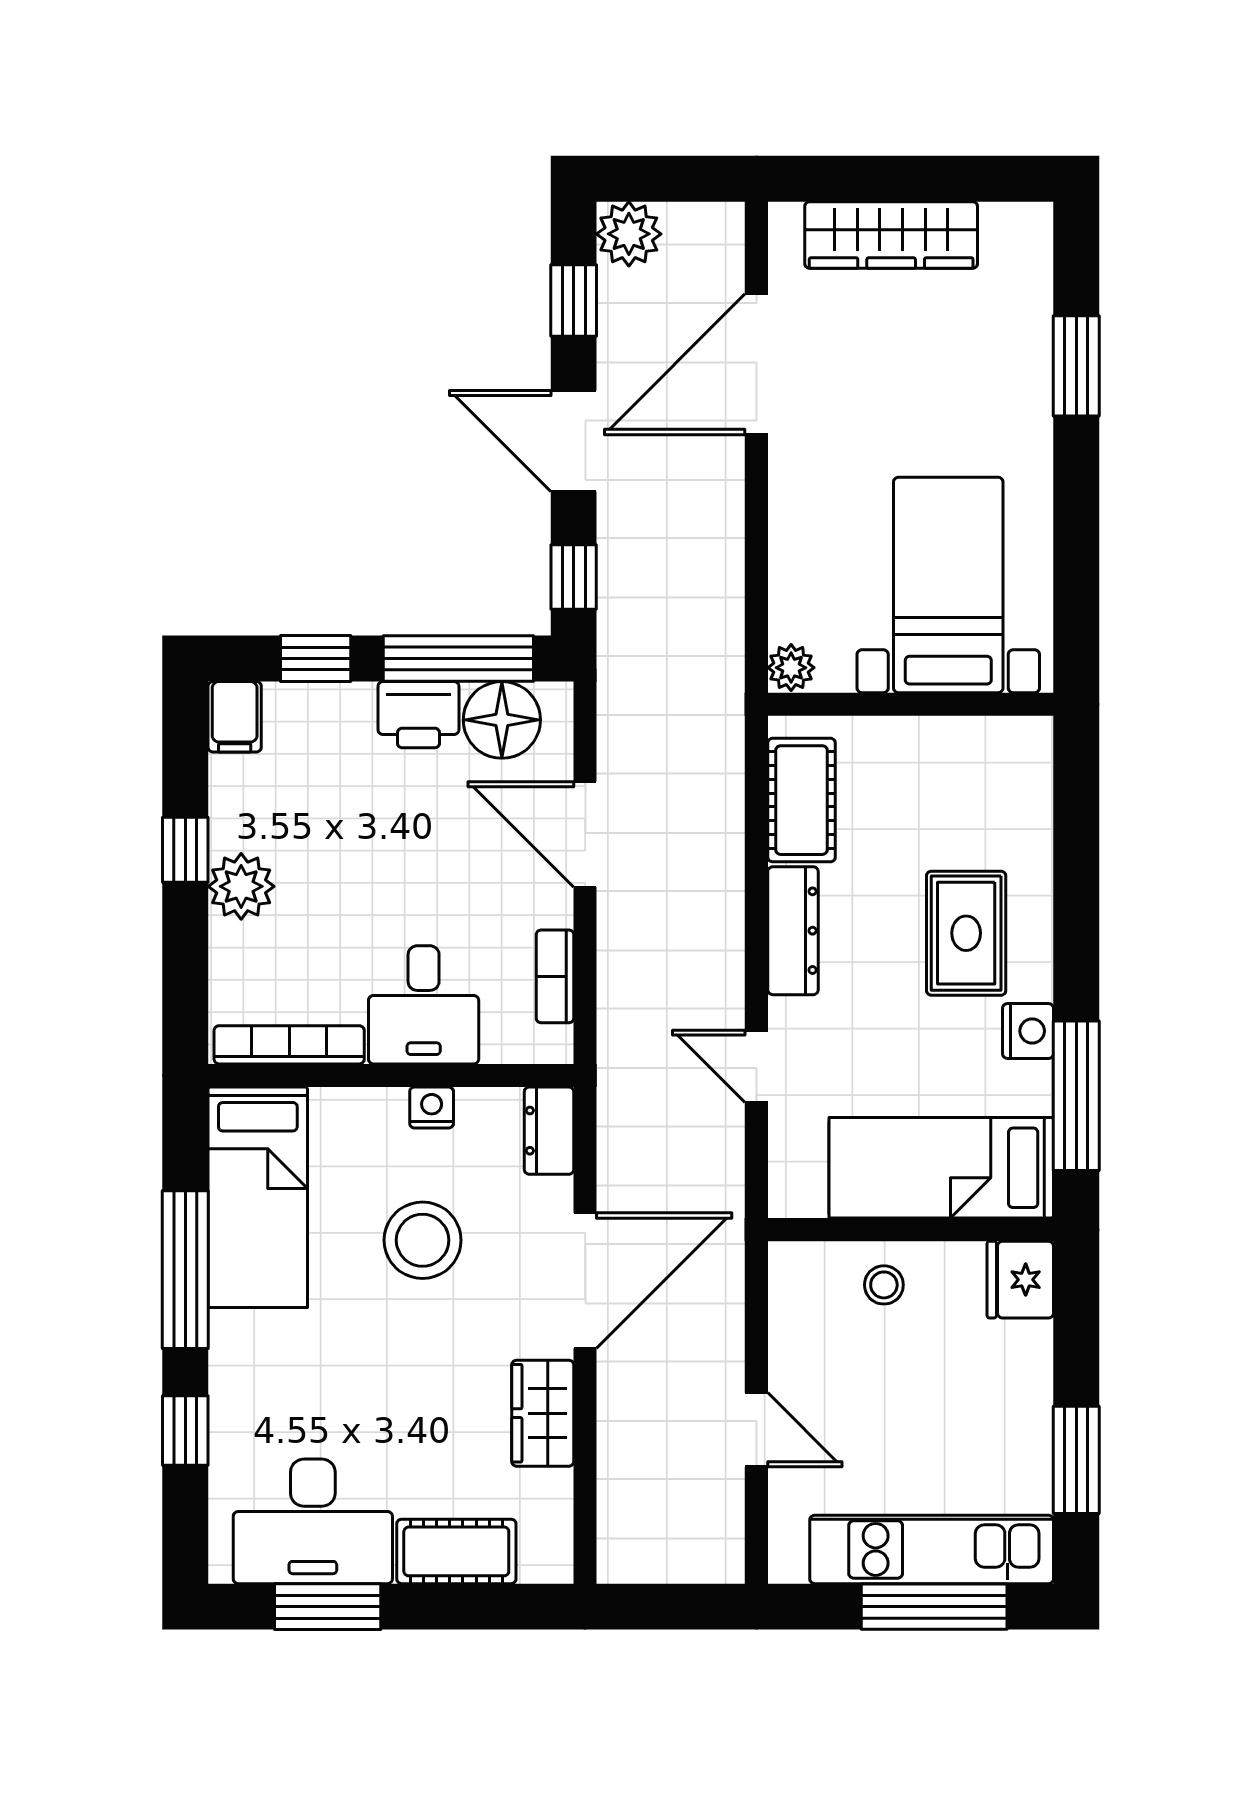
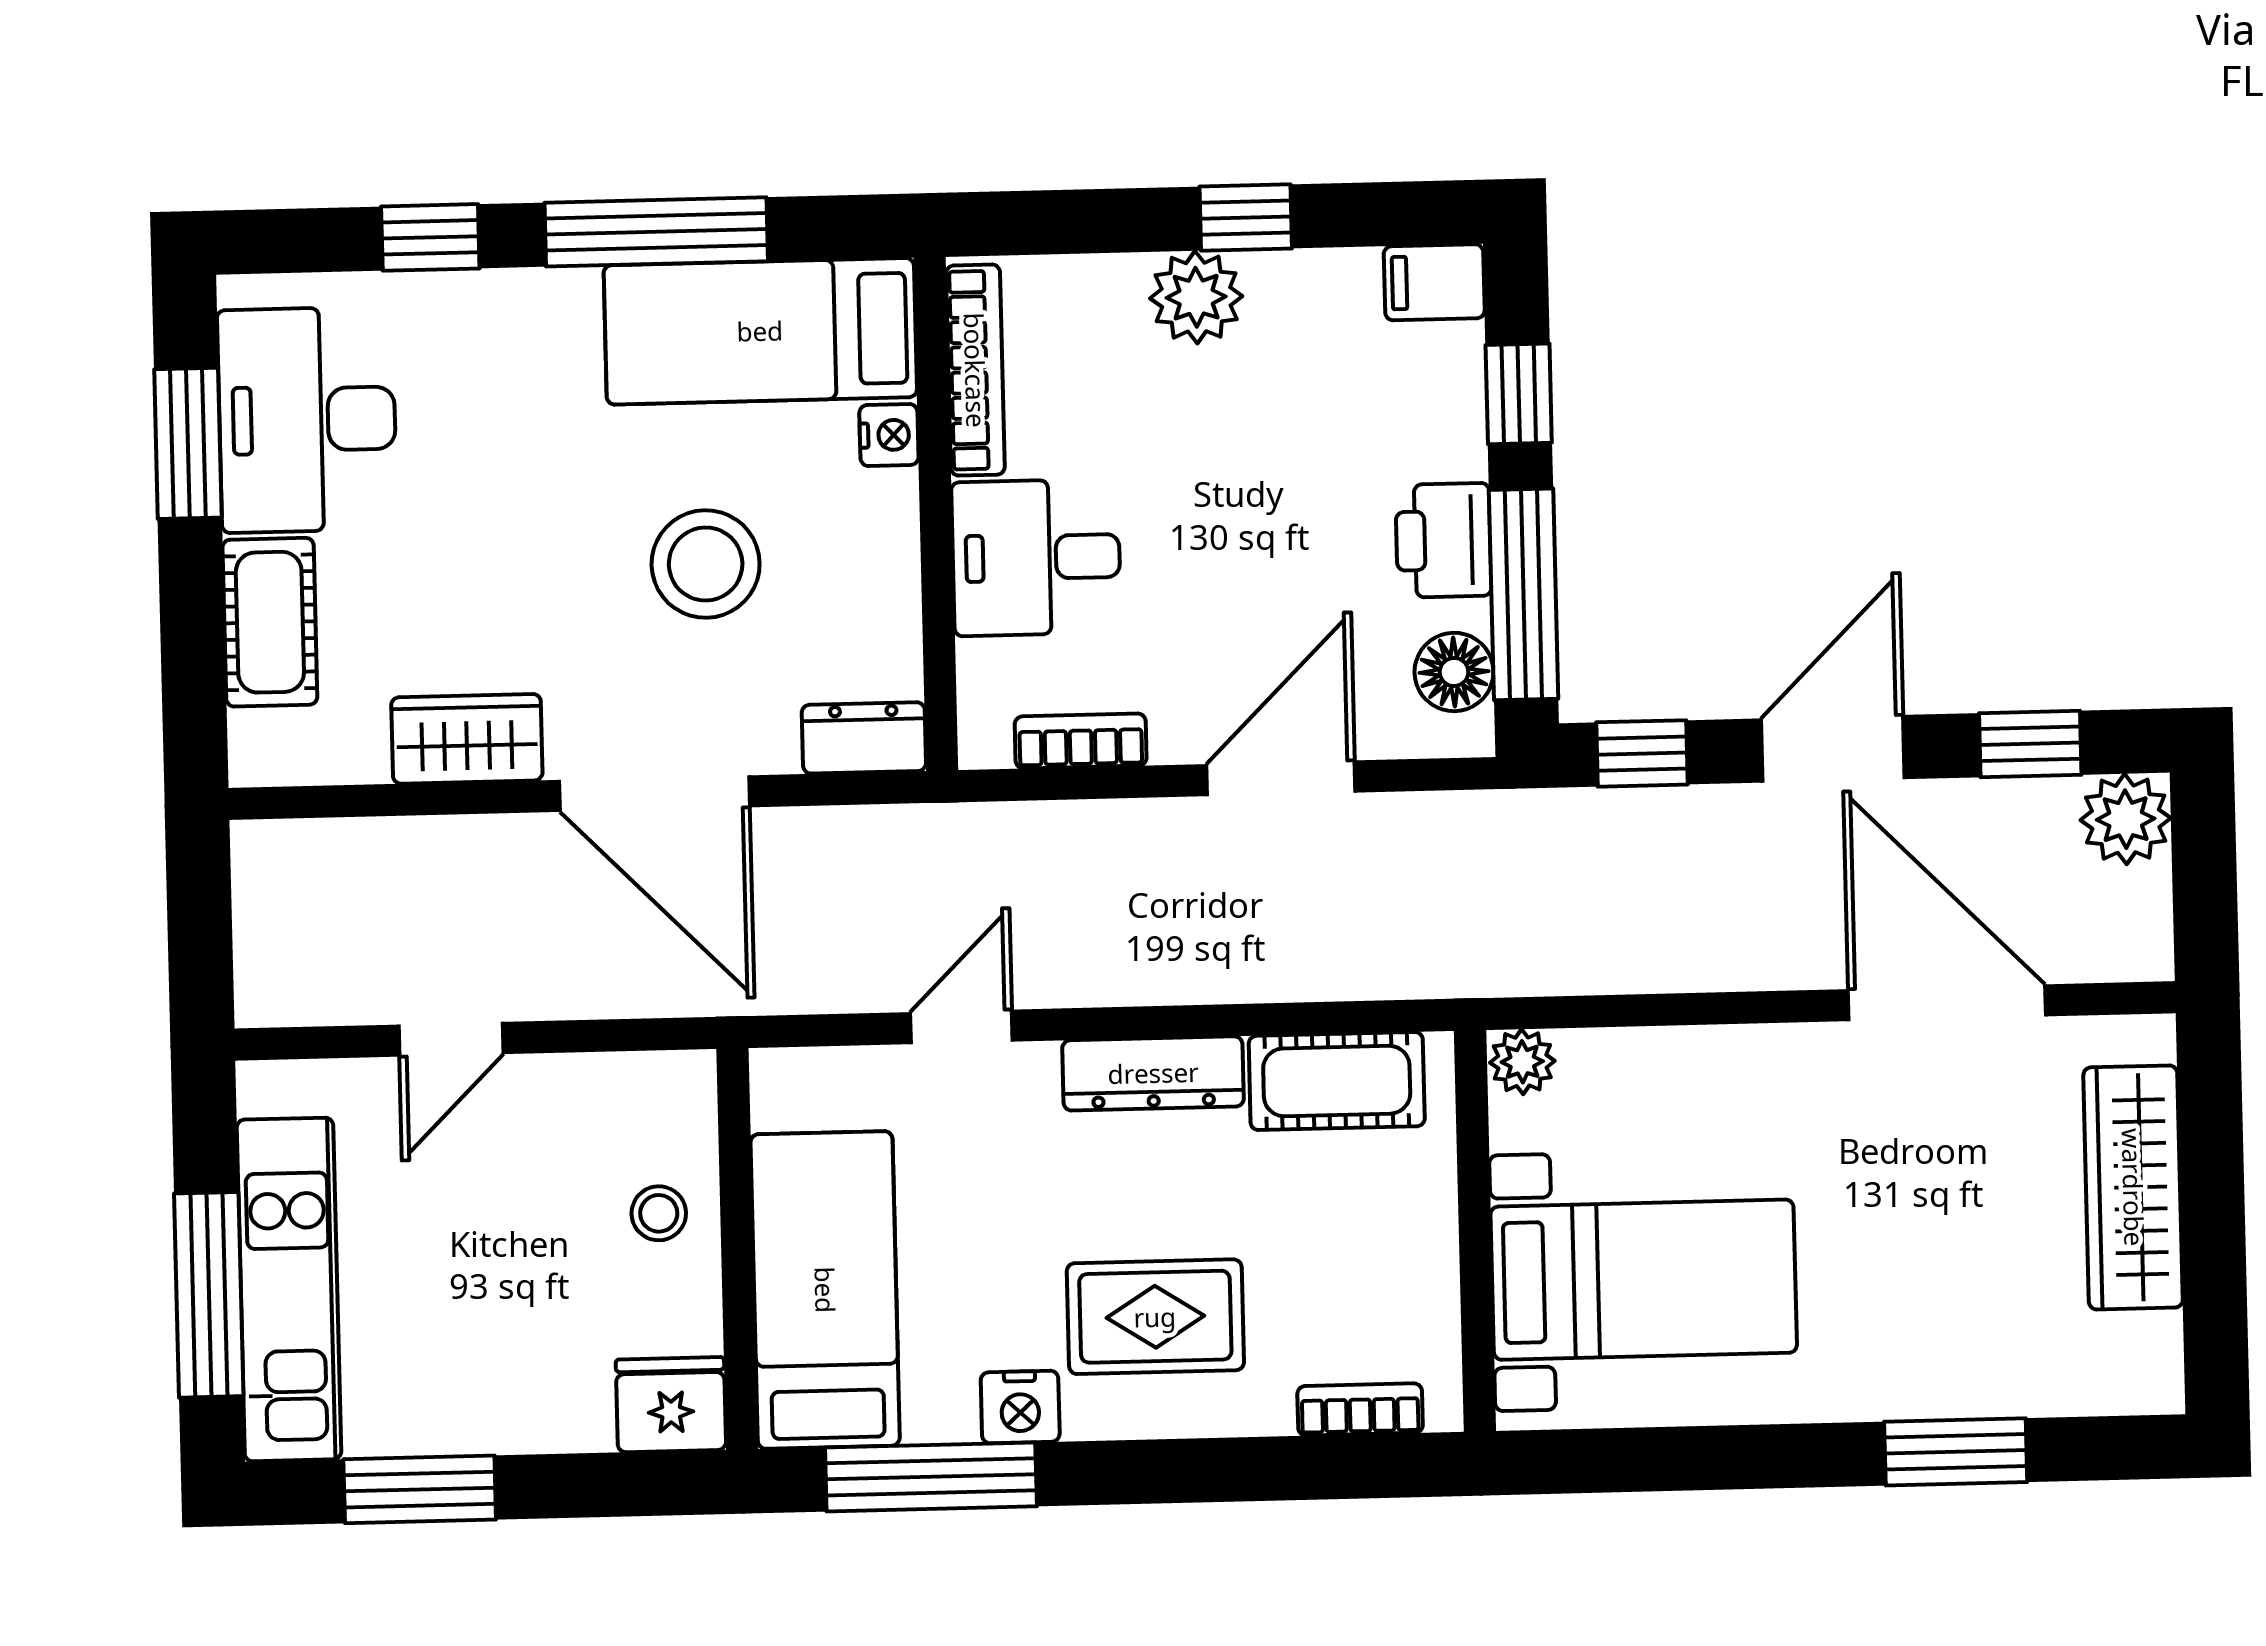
floor lamp: (502, 720) -> (1454, 672), width x0.73, depth x0.73
bookcase: (1036, 789) -> (1360, 1409), added
nightstand: (432, 1107) -> (889, 435), moved

